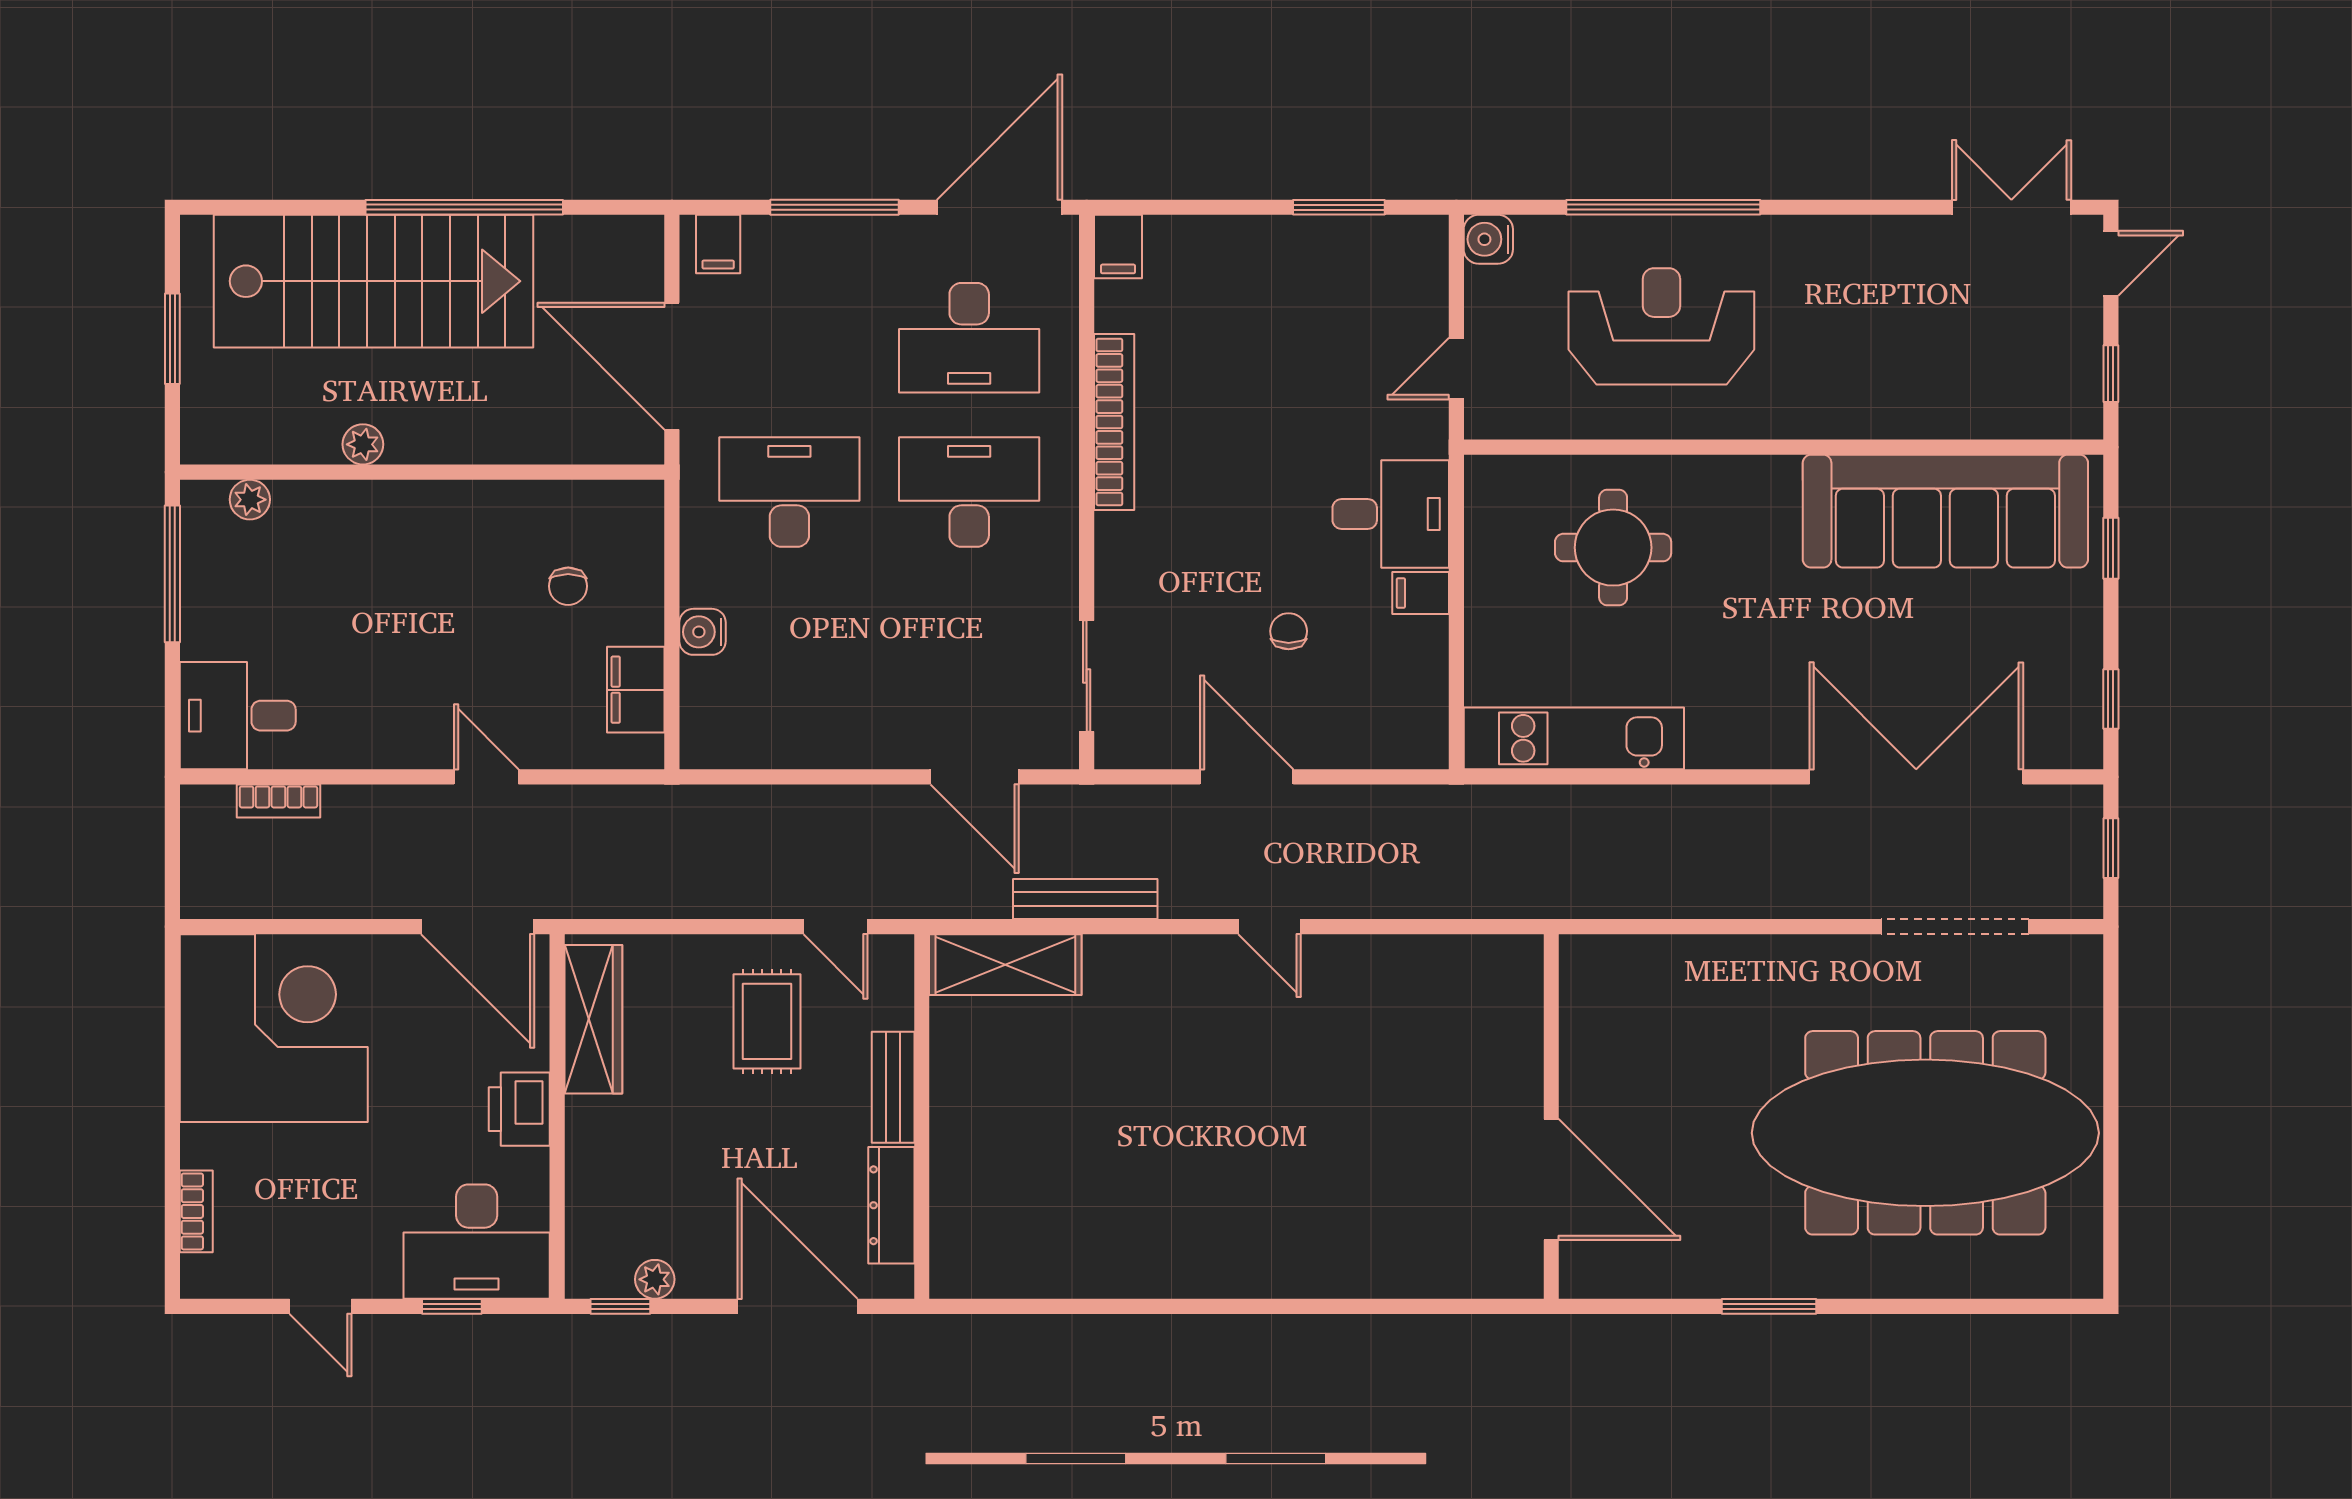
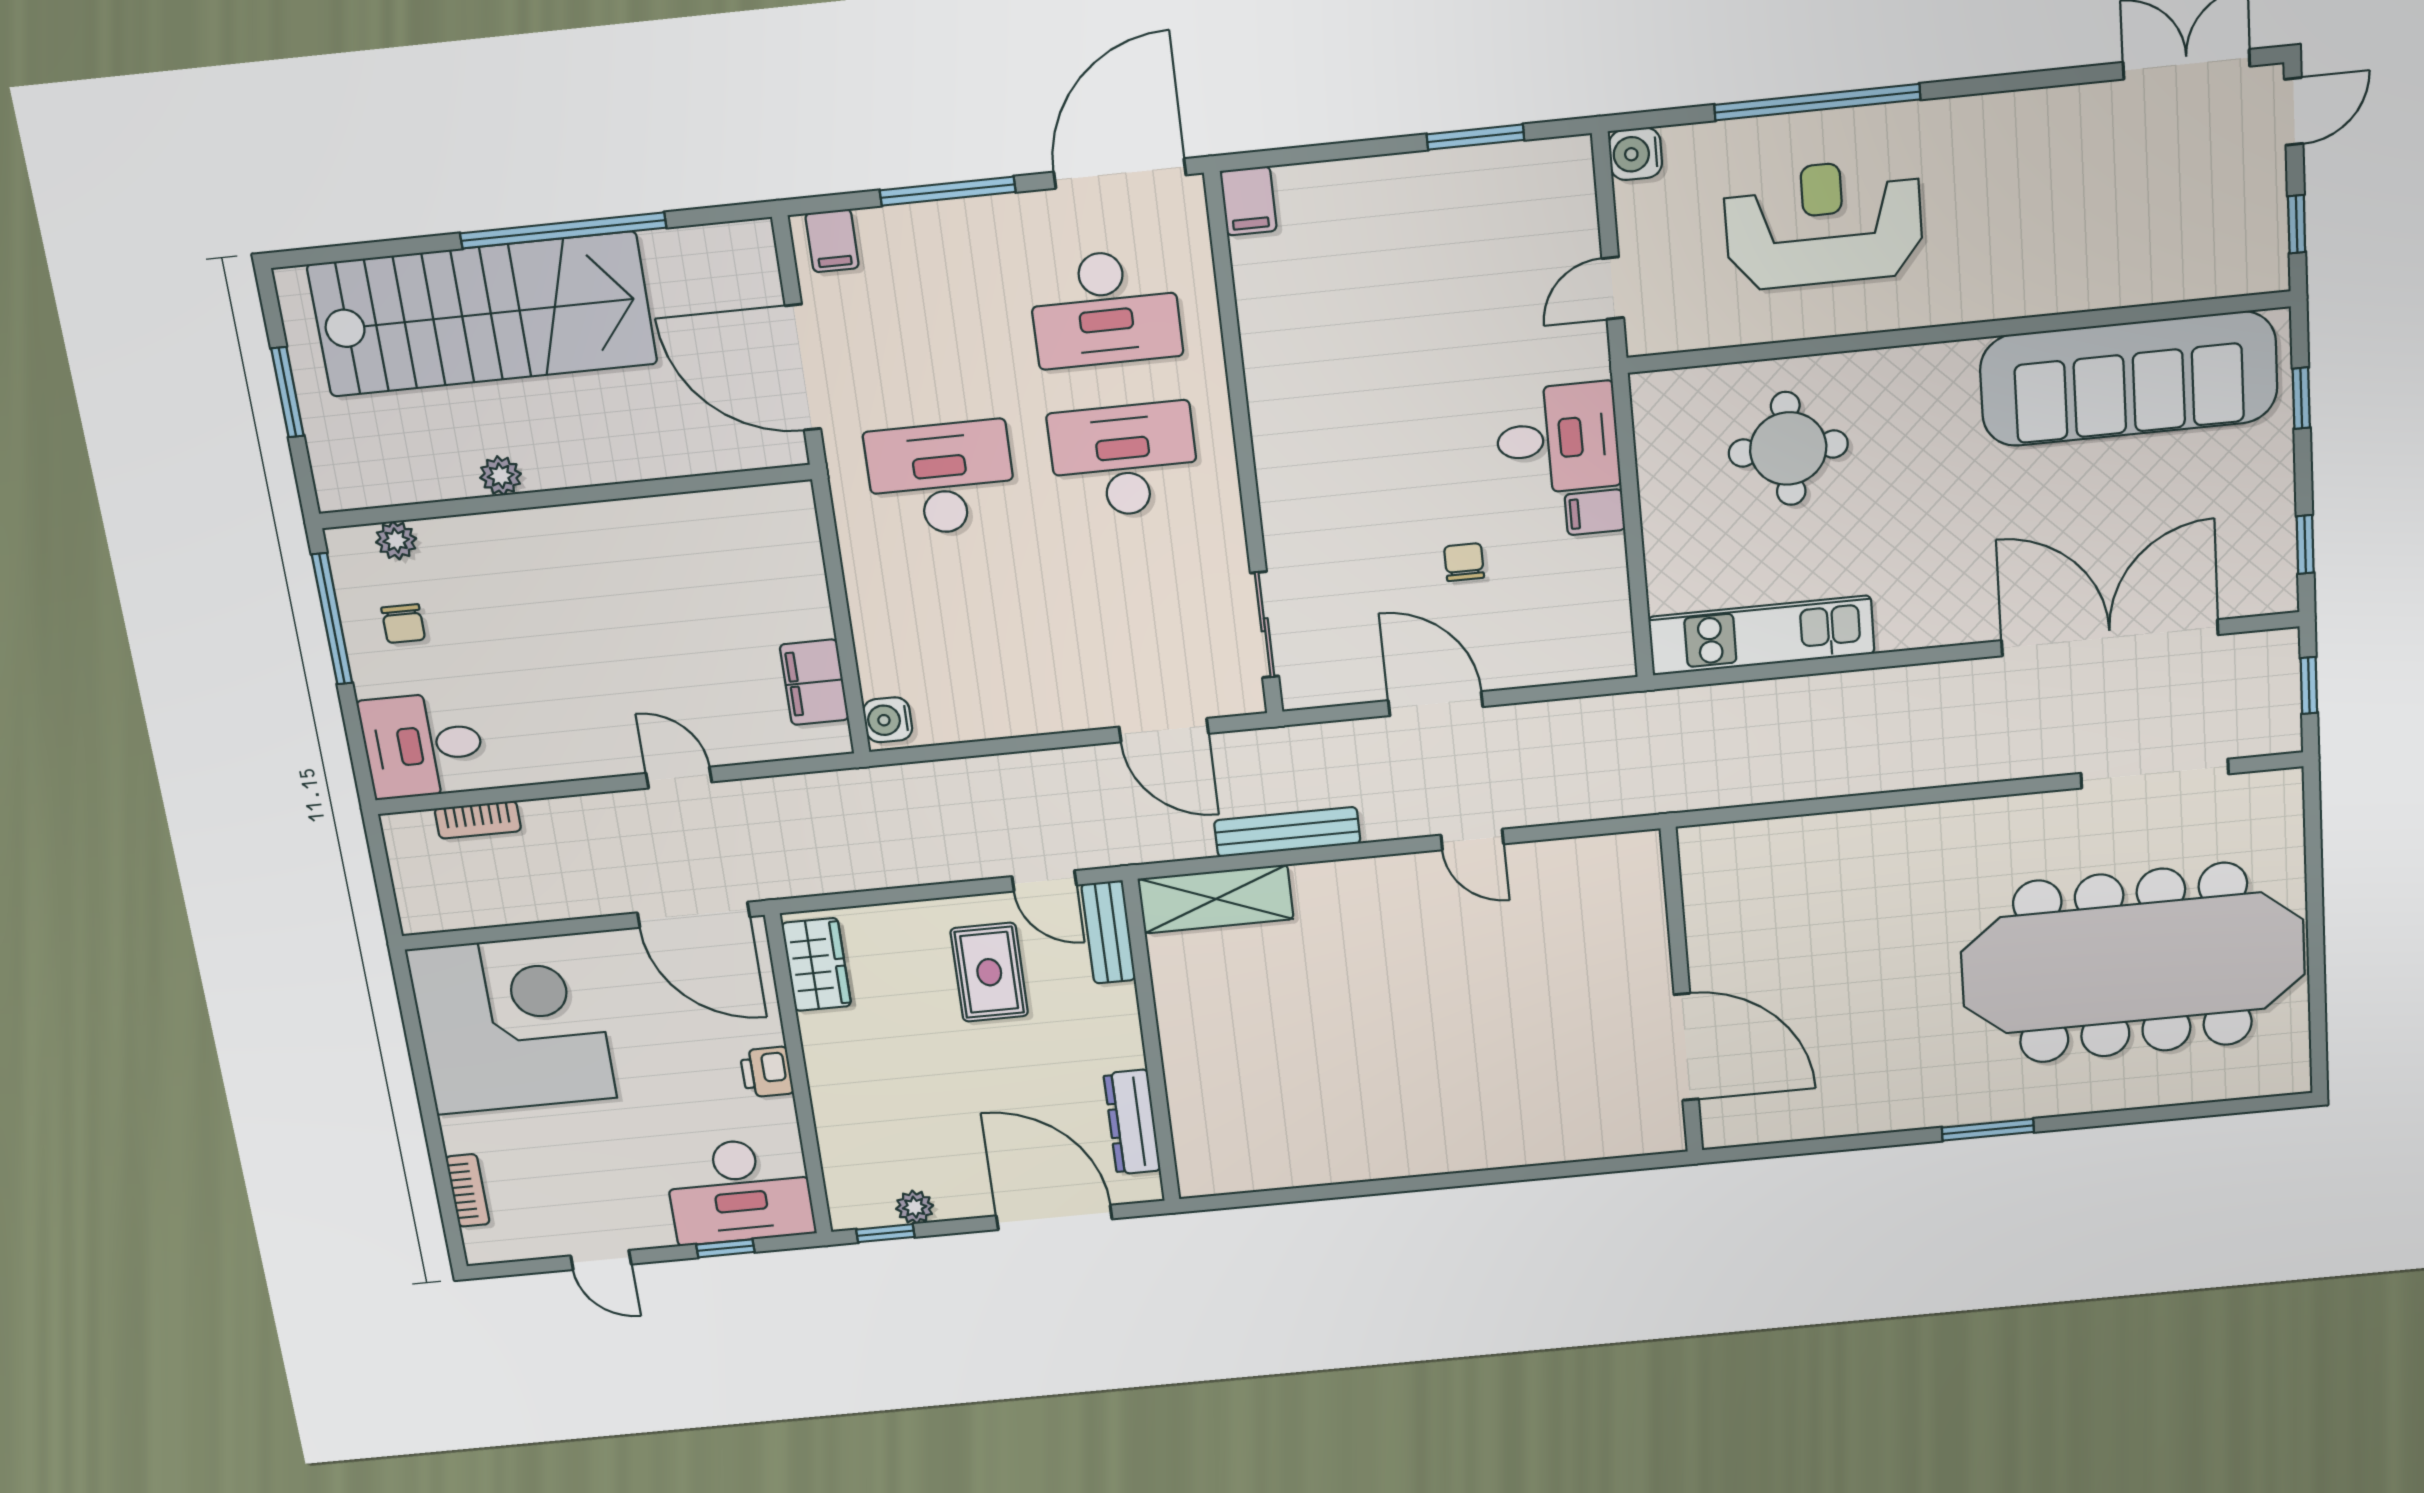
bookcase: (1114, 422) -> (1264, 377), removed
chair: (568, 586) -> (403, 624), moved
water cooler: (703, 632) -> (888, 720), moved
wardrobe: (593, 1019) -> (816, 965), width x0.67
bench: (893, 1087) -> (1108, 932), moved
printer: (519, 1109) -> (767, 1072), width x0.73, depth x0.81
wall: (1551, 1117) -> (1682, 991), moved
door: (1551, 1180) -> (1686, 1047), moved

